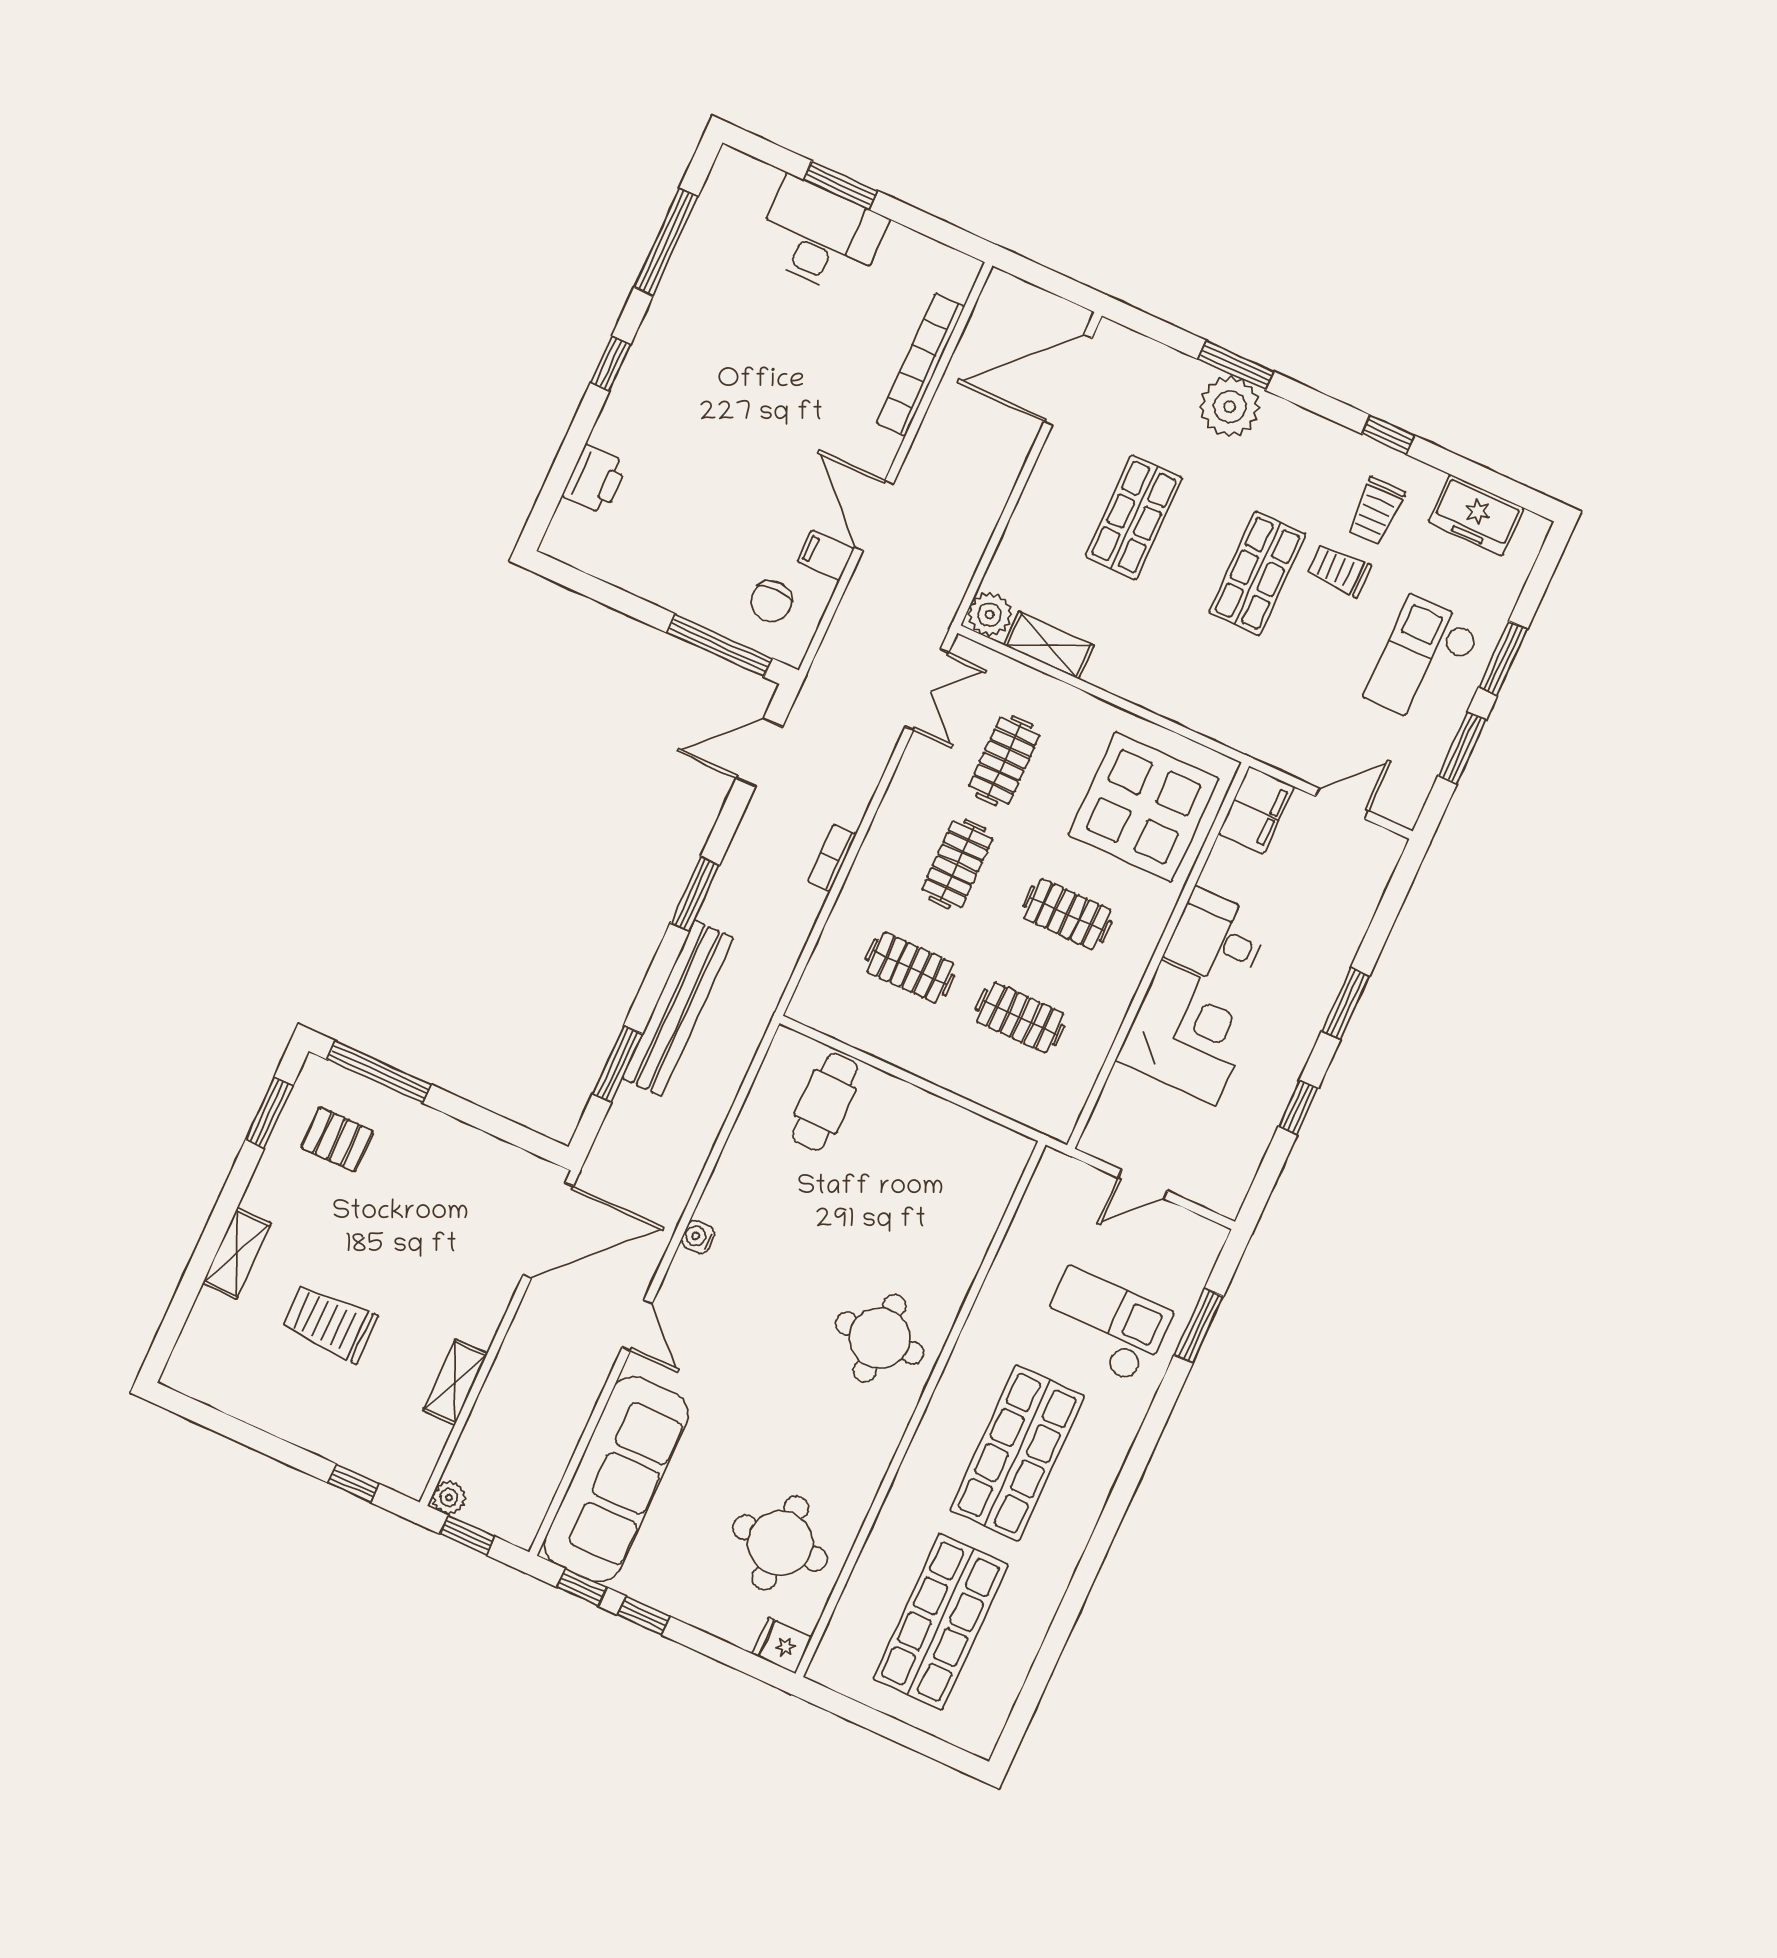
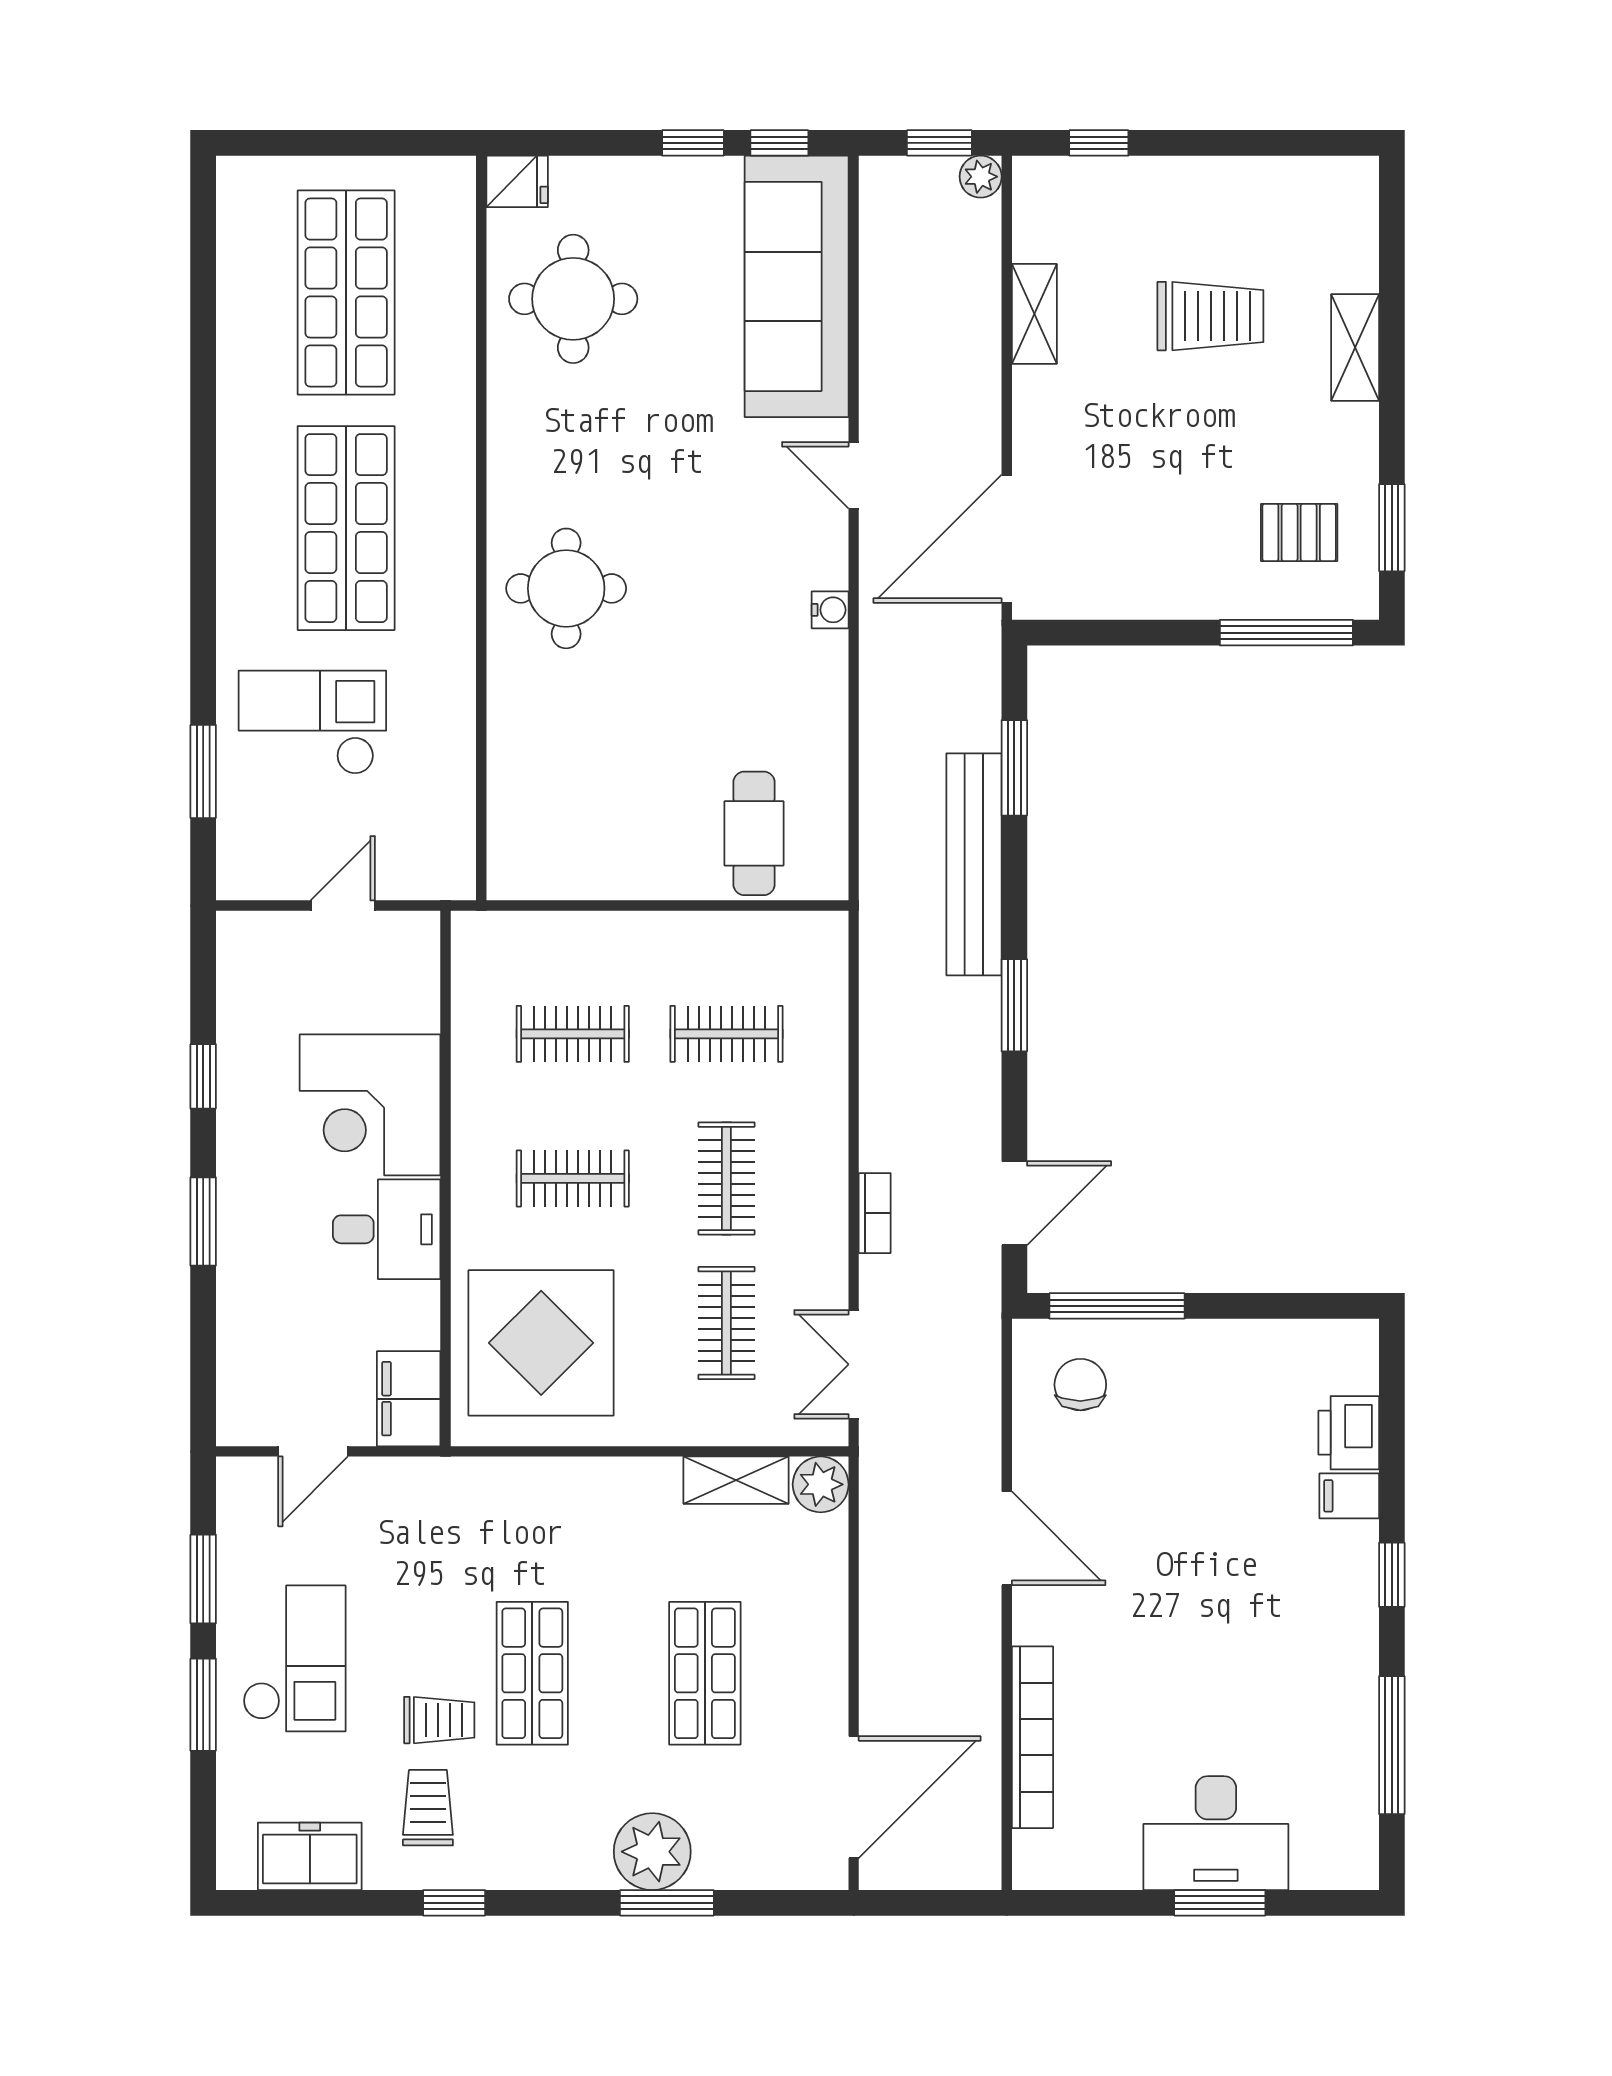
filing cabinet: (826, 555) -> (1349, 1496), moved, turned 180
bookcase: (832, 858) -> (875, 1213), moved
checkout: (1105, 1325) -> (312, 722), turned 180

